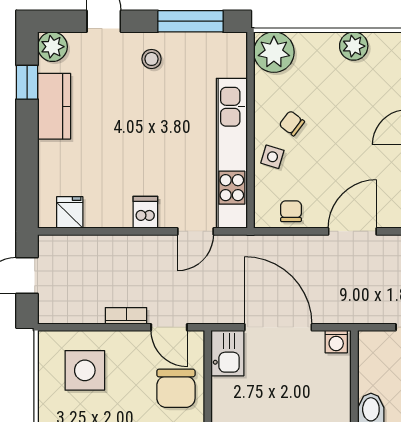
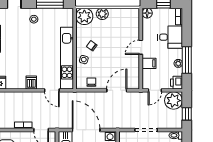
plant: (354, 46) -> (102, 14), moved
door: (195, 231) -> (52, 90), hinge flipped

